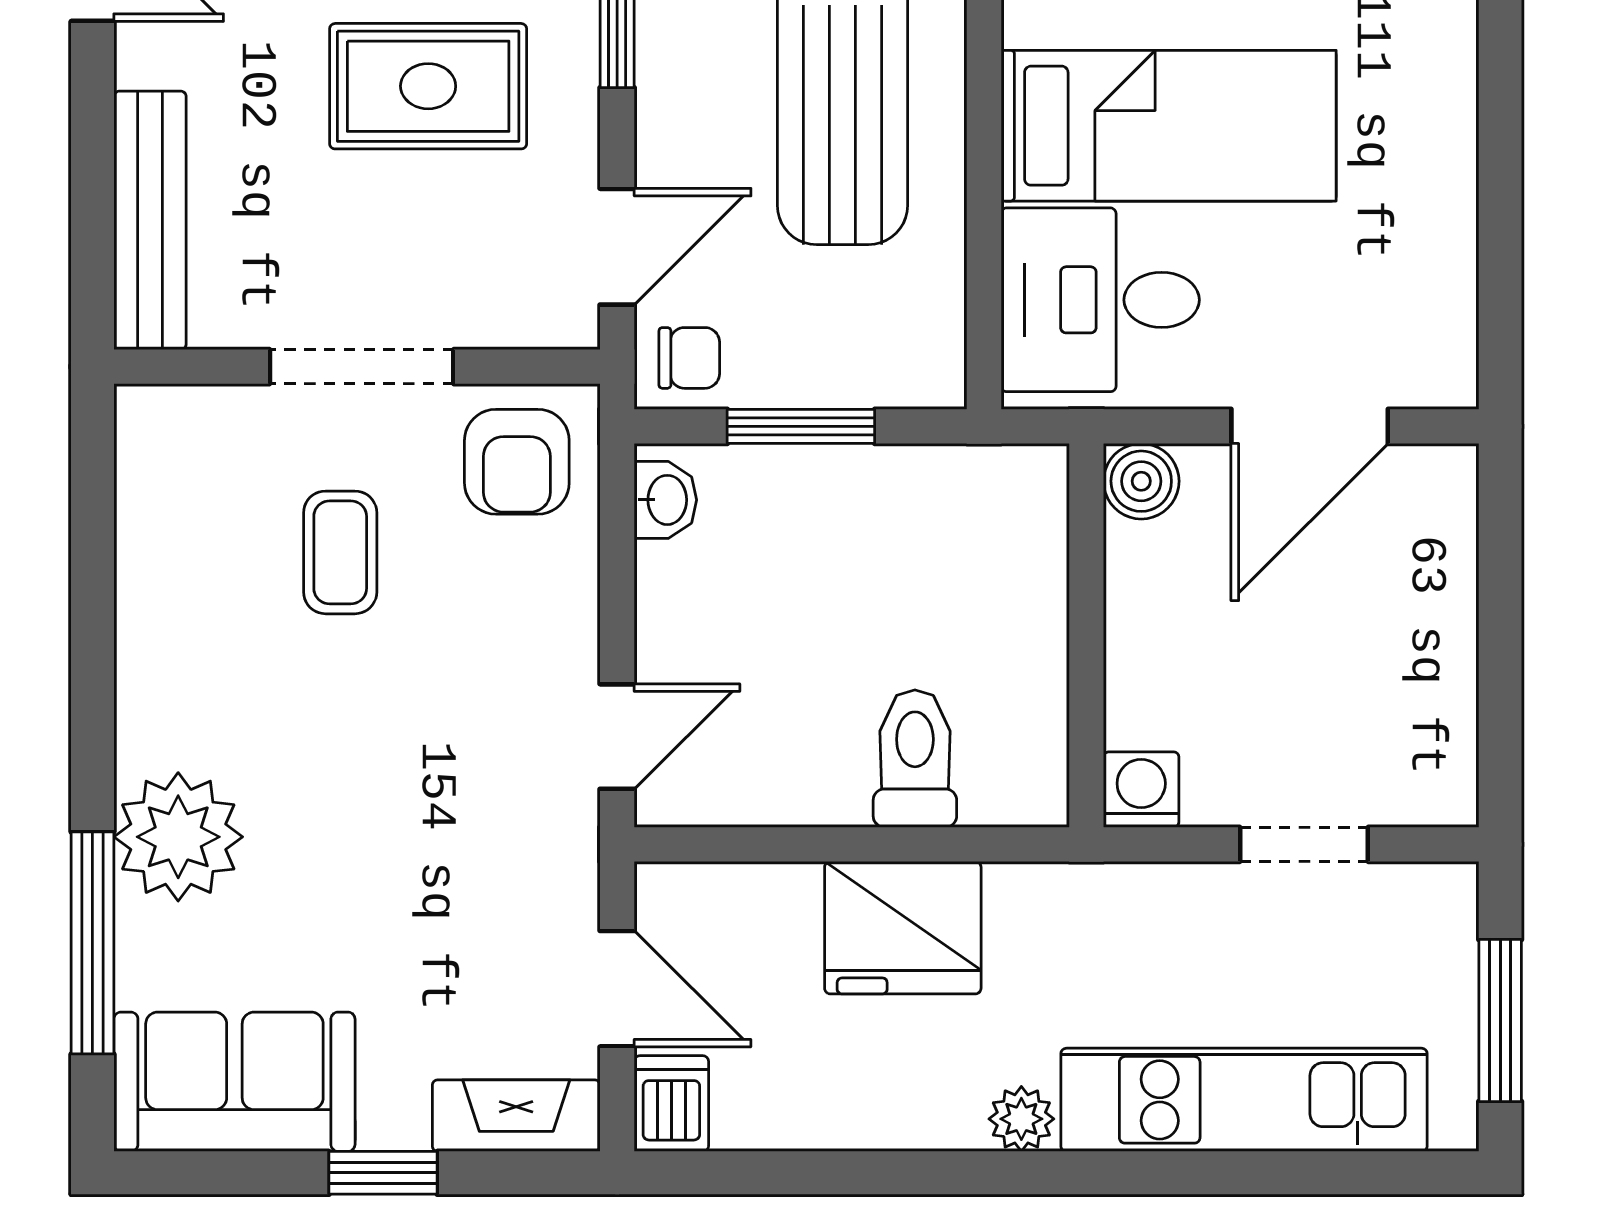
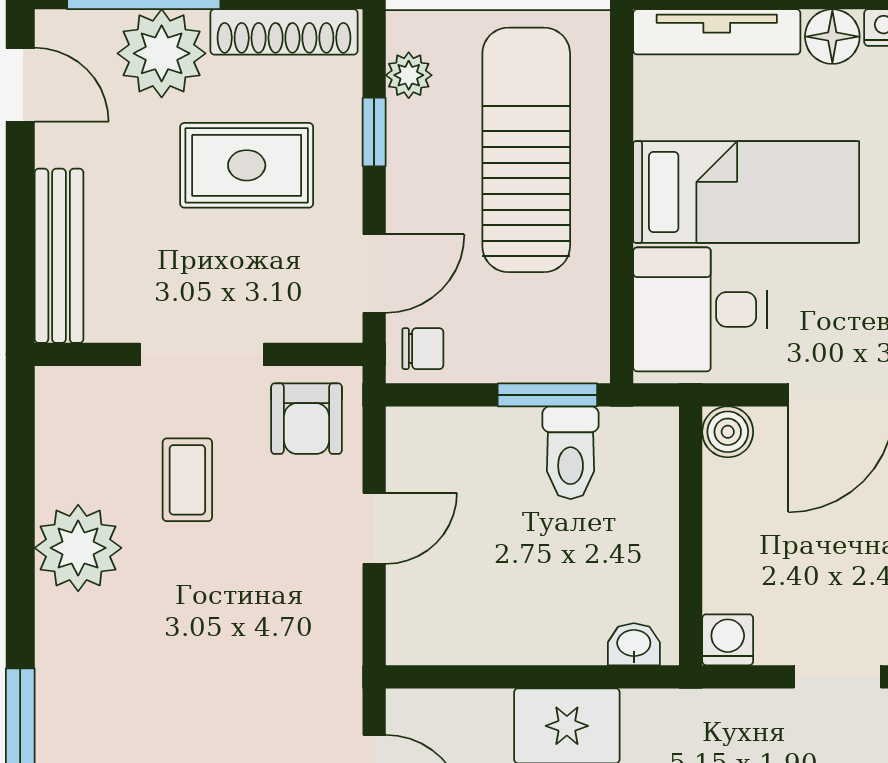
window: (801, 426) -> (547, 395), moved
washbasin: (665, 500) -> (634, 644), moved, turned -90
door: (617, 737) -> (374, 528), moved
toilet: (915, 759) -> (571, 453), moved, turned 180
plant: (178, 837) -> (78, 548), moved

